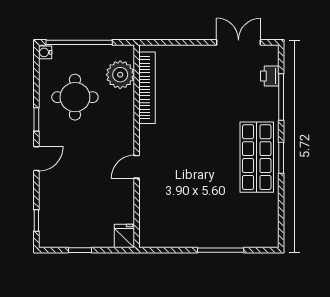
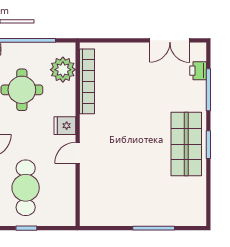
double door: (239, 42) -> (170, 40), swing flipped
cafe table: (79, 205) -> (26, 188), added
fridge: (124, 236) -> (65, 126), moved, turned -90

